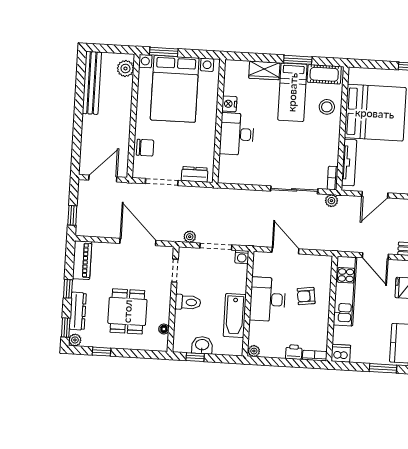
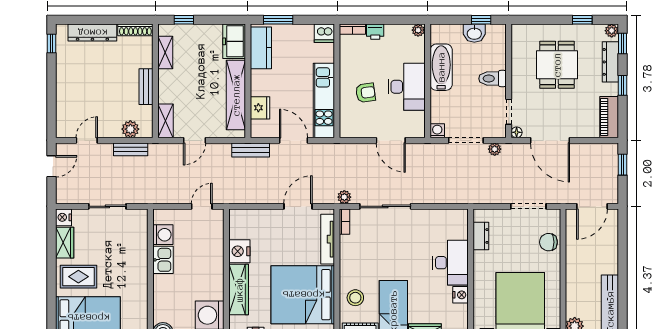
dresser: (195, 174) -> (481, 236), moved, turned -90
floor lamp: (164, 329) -> (517, 132), moved

